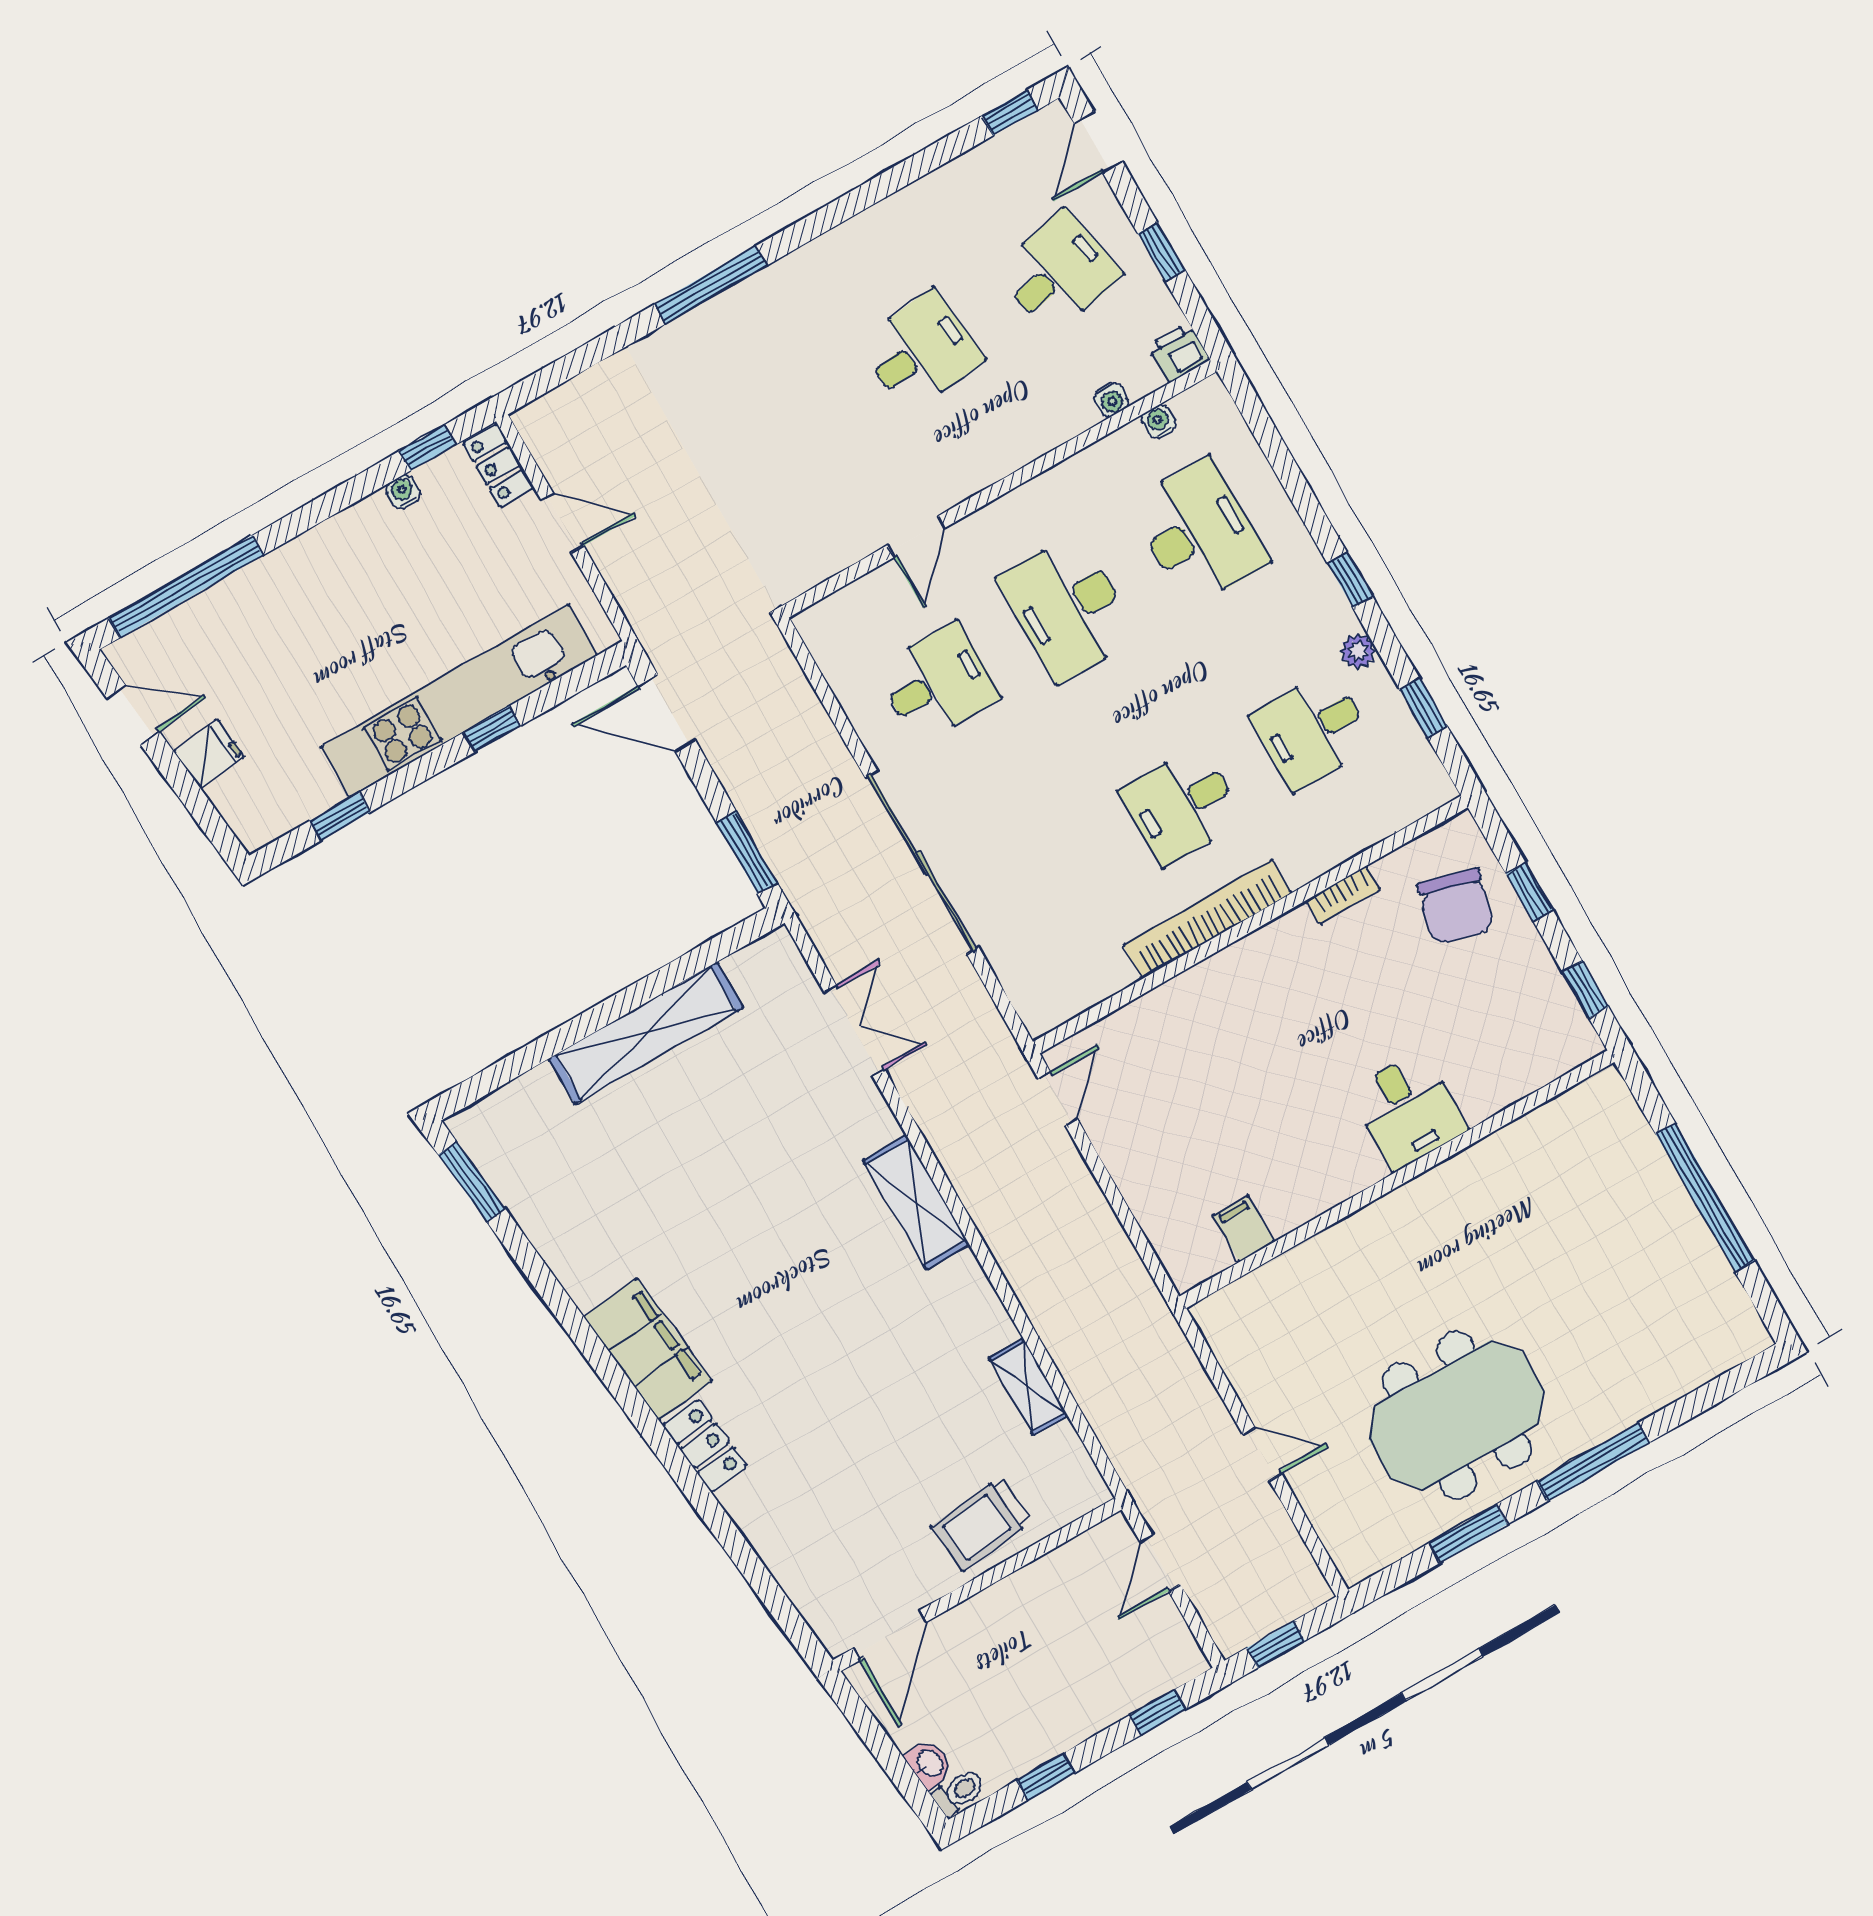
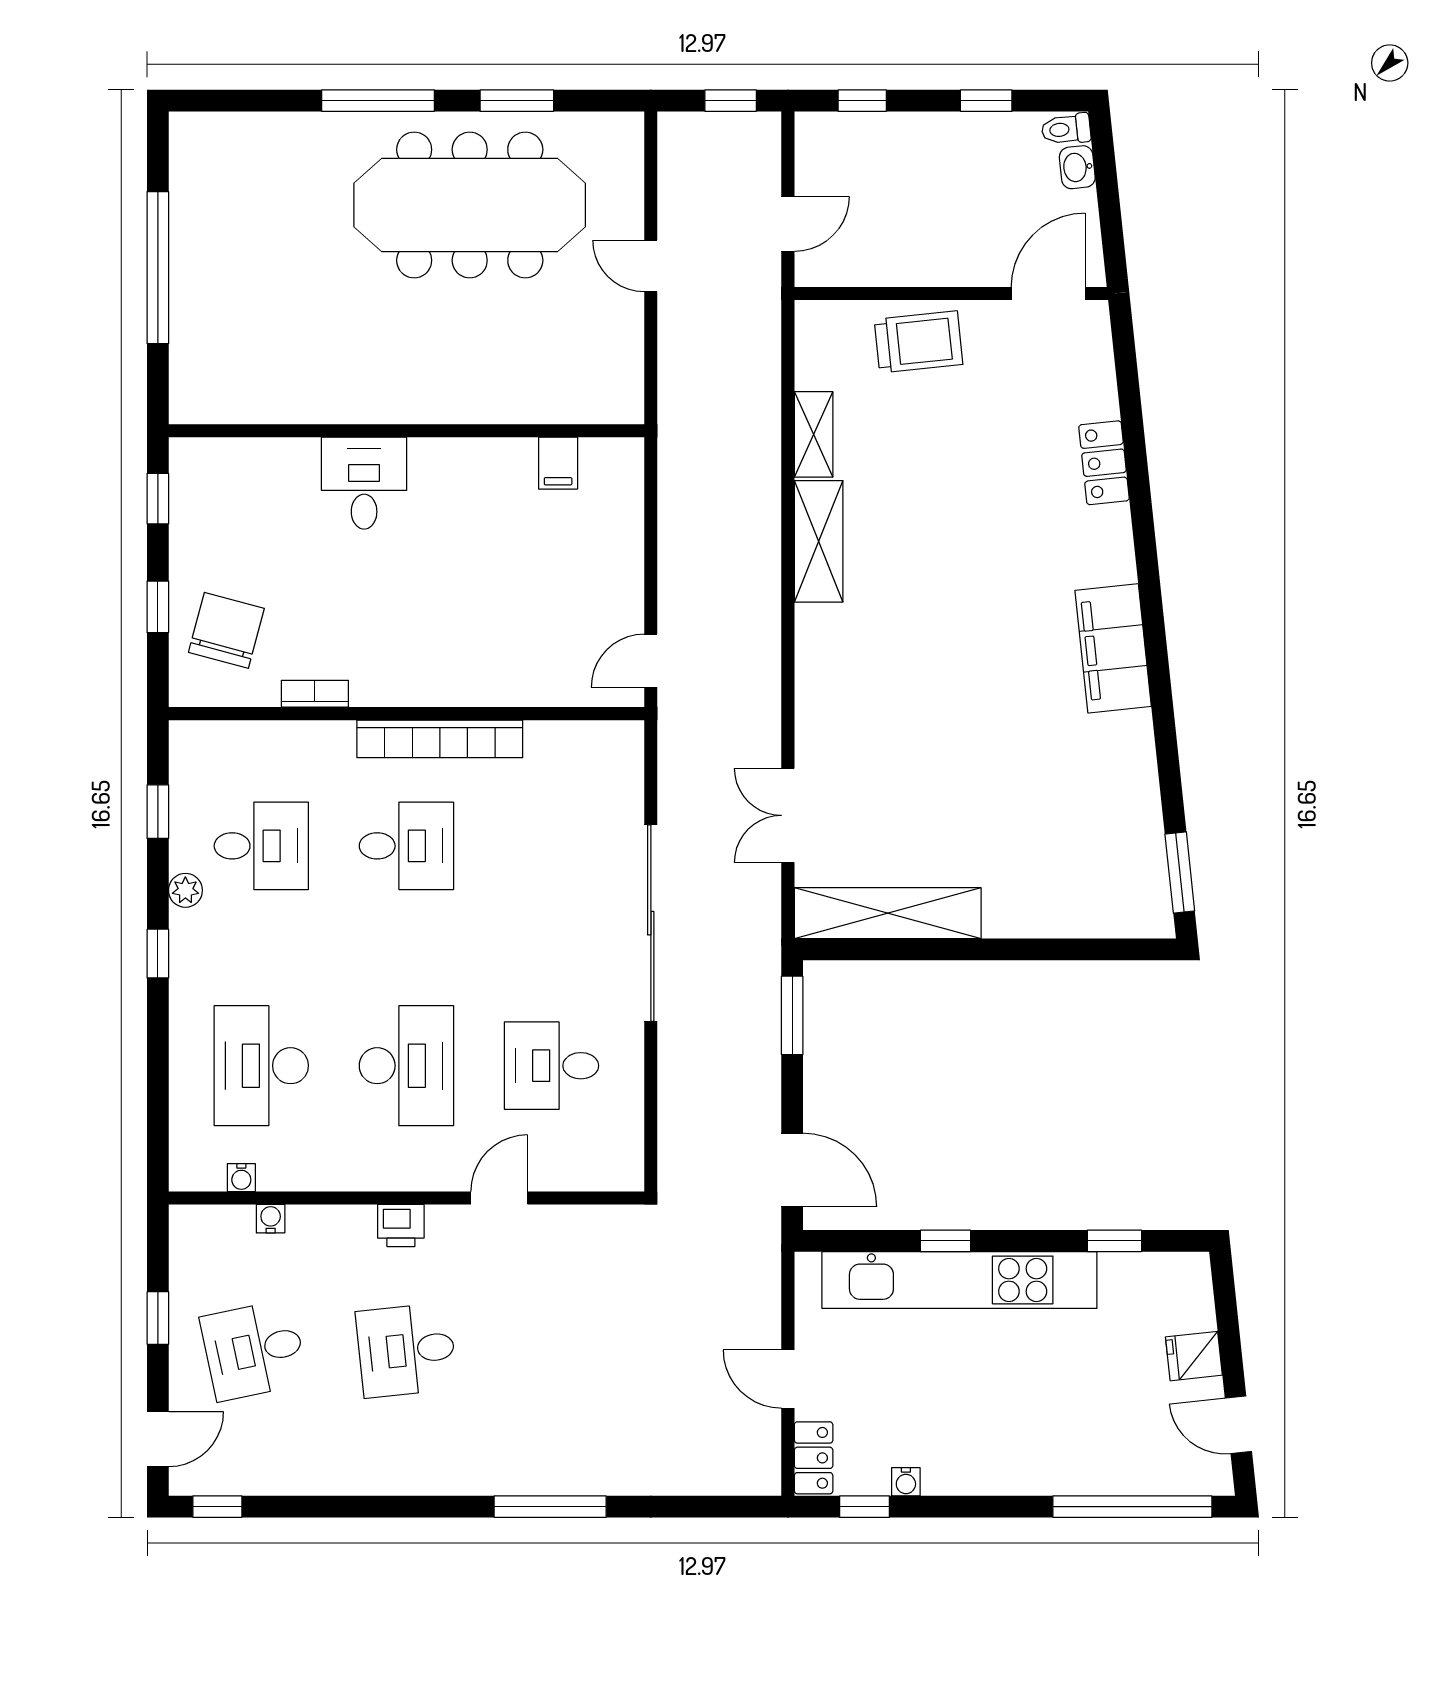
printer: (1179, 353) -> (401, 1225), moved
shelving: (646, 1033) -> (888, 913), moved
shelving: (916, 1202) -> (819, 541), moved
meeting table: (1457, 1415) -> (470, 205), width x1.36
locker: (705, 1446) -> (1104, 463), moved

